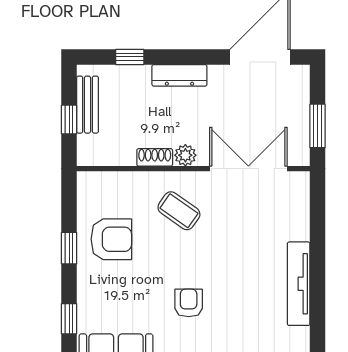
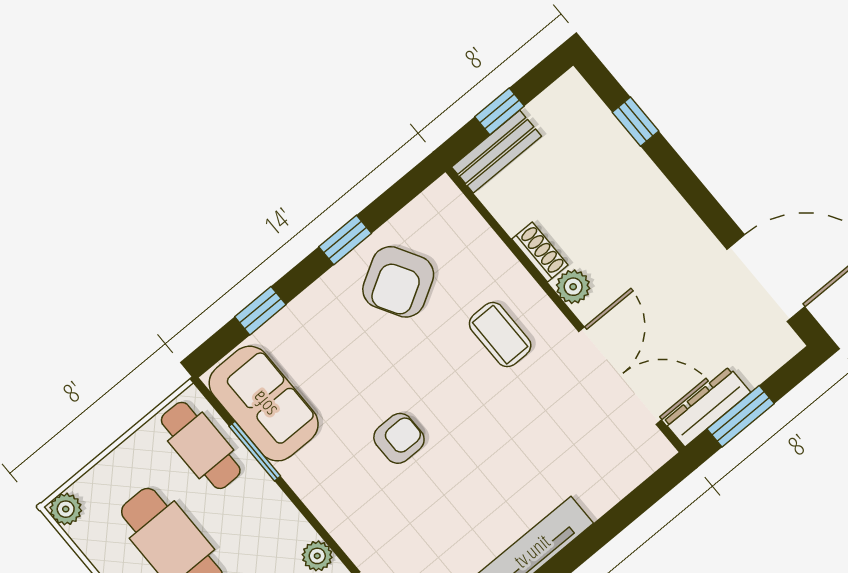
dresser: (179, 75) -> (707, 407), moved, turned 90
bench: (88, 105) -> (497, 152), moved
coffee table: (179, 211) -> (500, 335), turned -35
armchair: (111, 239) -> (398, 282), turned 60

